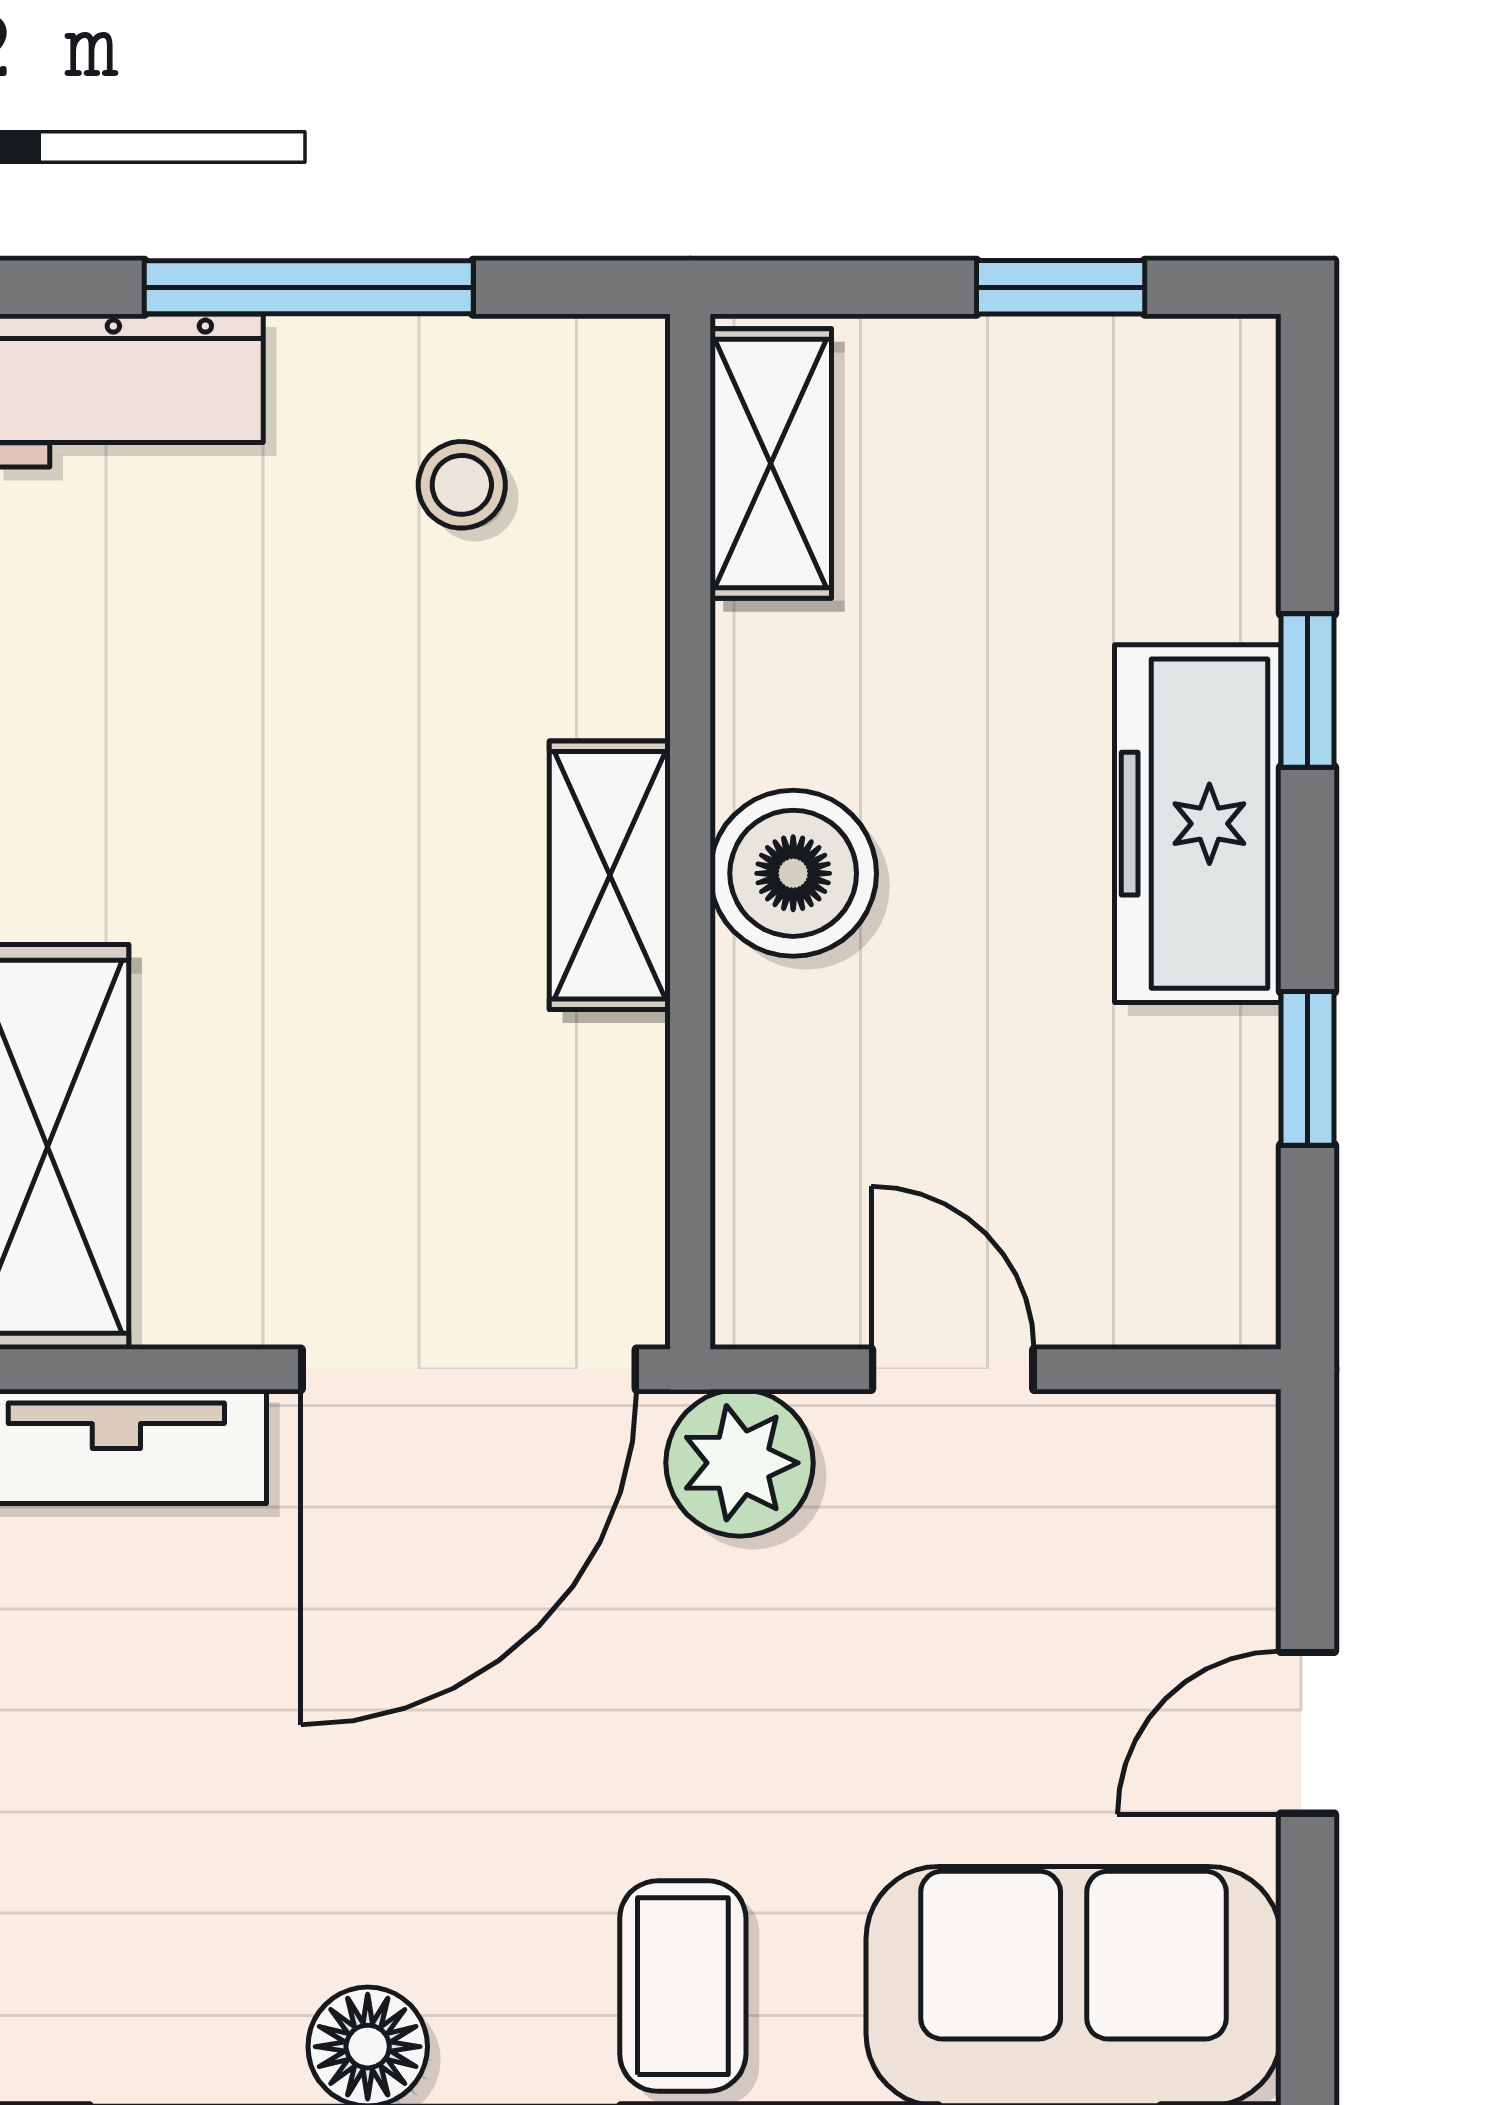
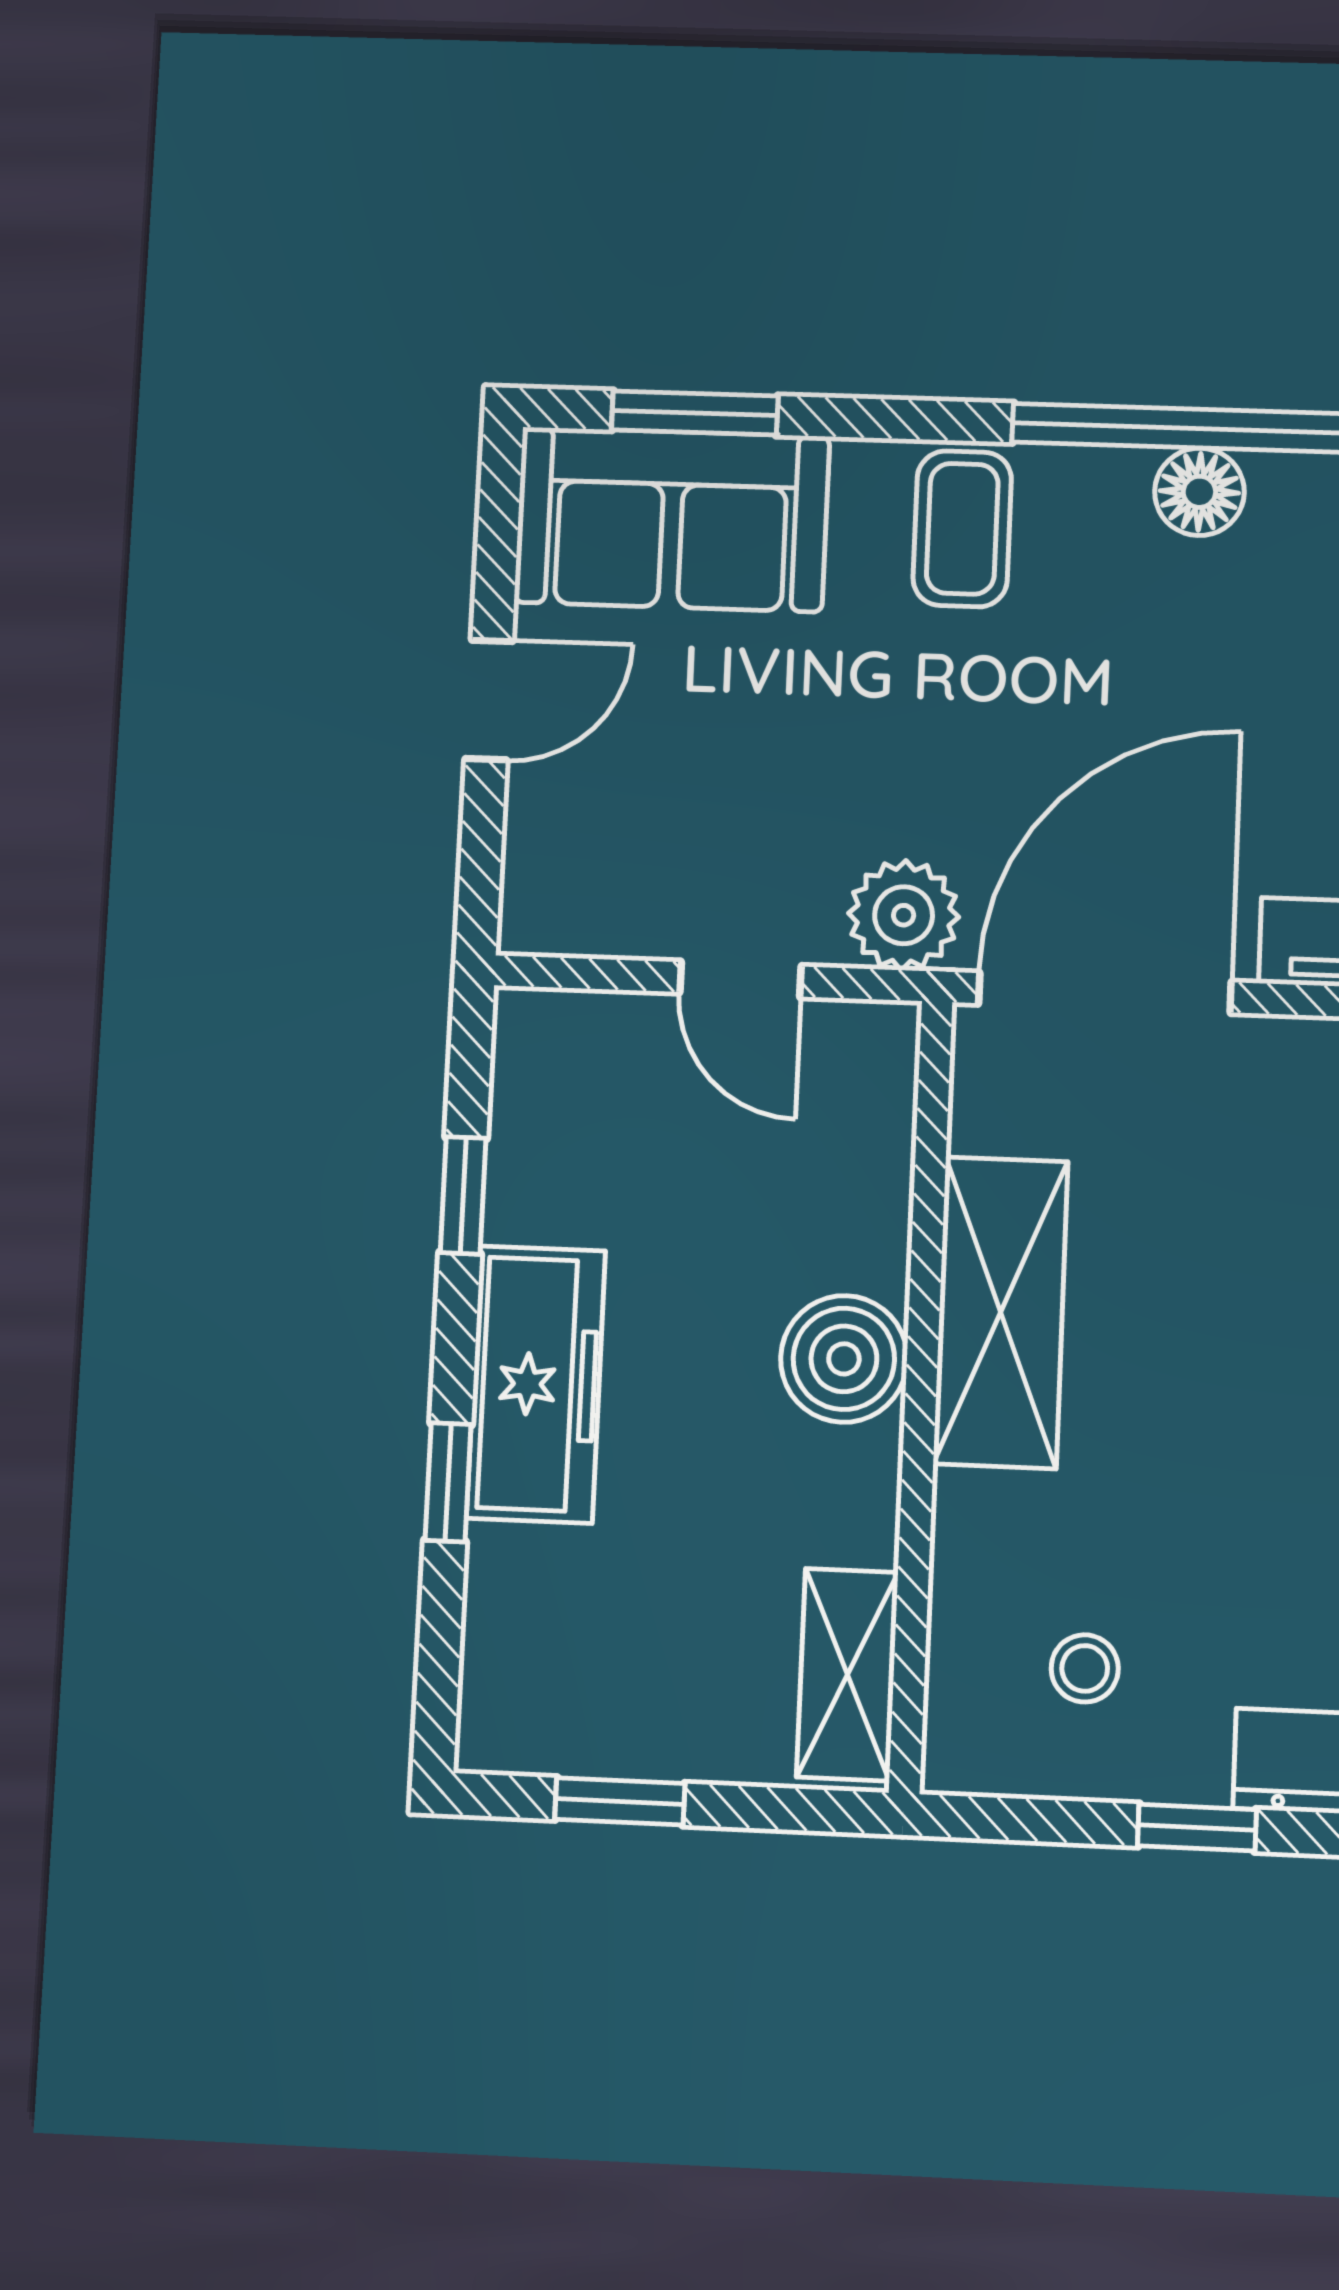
window: (309, 287) -> (1197, 1828), width x0.46
shelving: (610, 875) -> (1001, 1312), width x1.50, depth x1.33

